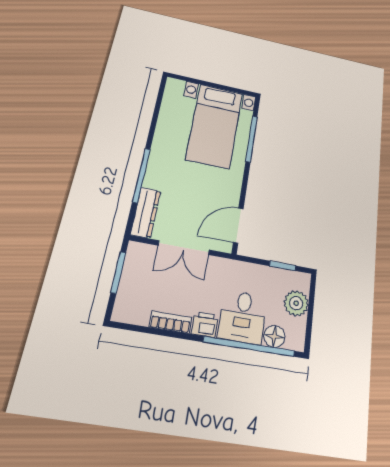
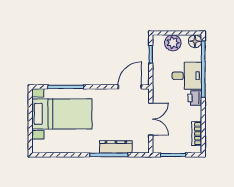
dresser: (146, 213) -> (116, 147), moved
door: (238, 226) -> (130, 87), swing flipped
bookcase: (171, 322) -> (197, 133), moved
floor lamp: (274, 336) -> (195, 41), moved

